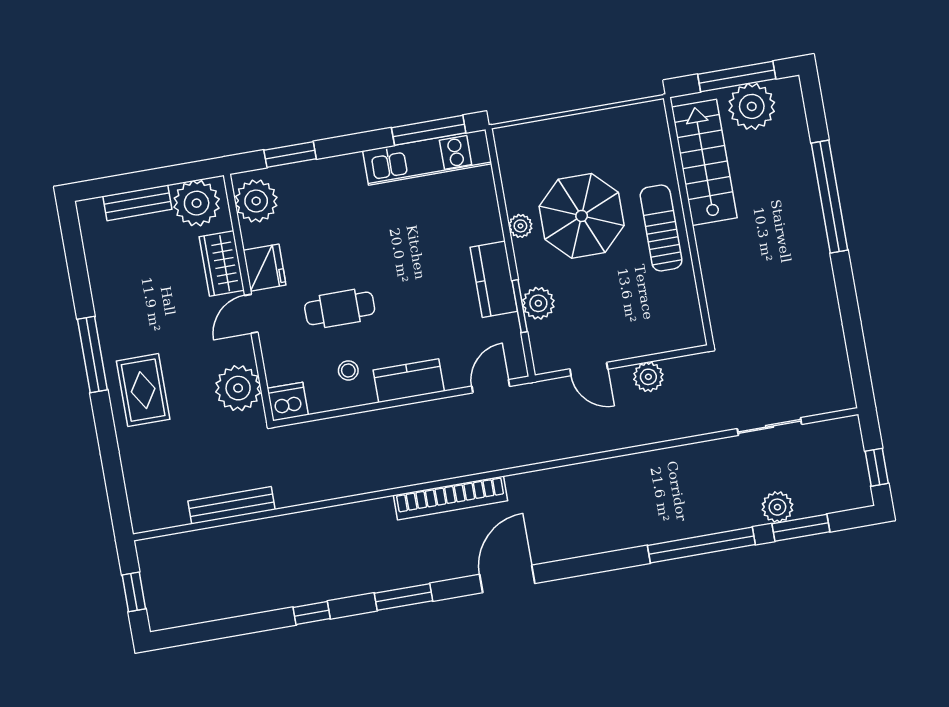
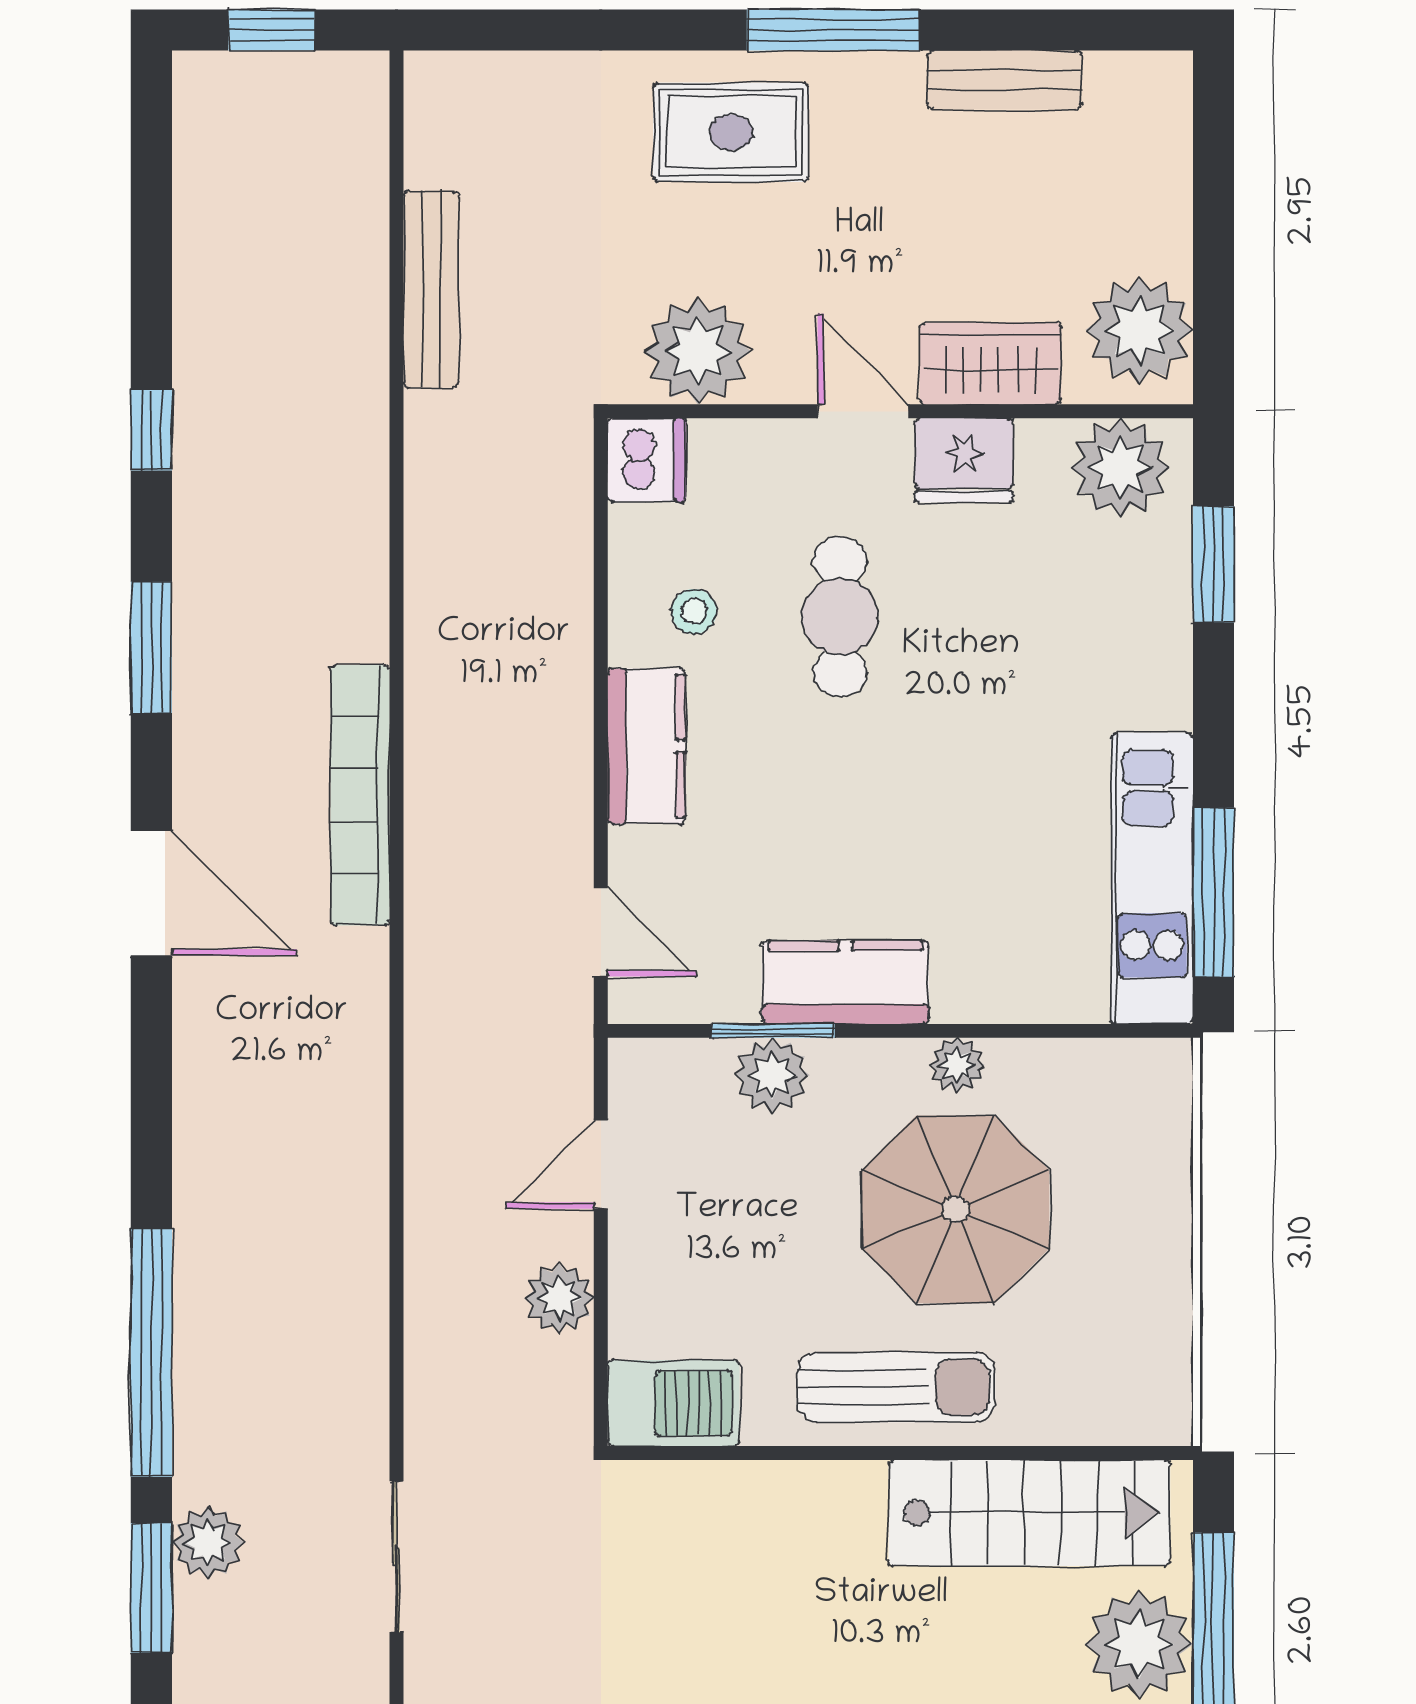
bench: (137, 203) -> (1004, 80), moved, turned 90
barbecue: (684, 321) -> (673, 1403), added

